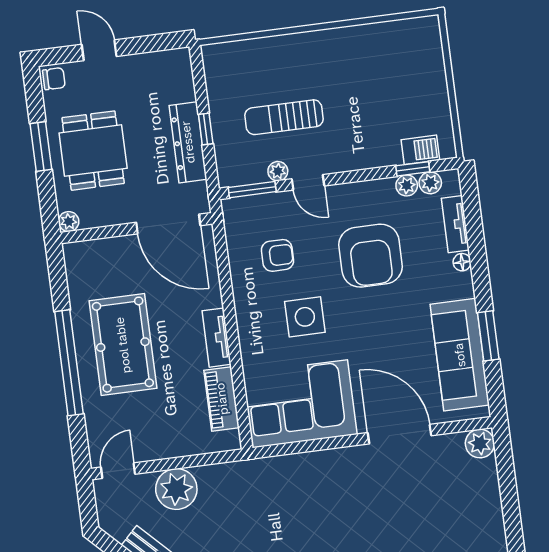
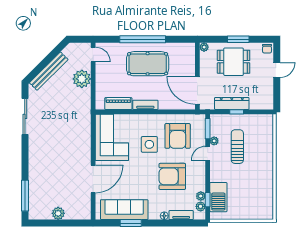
barbecue: (420, 150) -> (218, 197), width x1.88, depth x1.53
door: (168, 224) -> (197, 90), hinge flipped
armchair: (277, 255) -> (178, 136), width x1.88, depth x1.88
plant: (480, 443) -> (58, 213), moved

